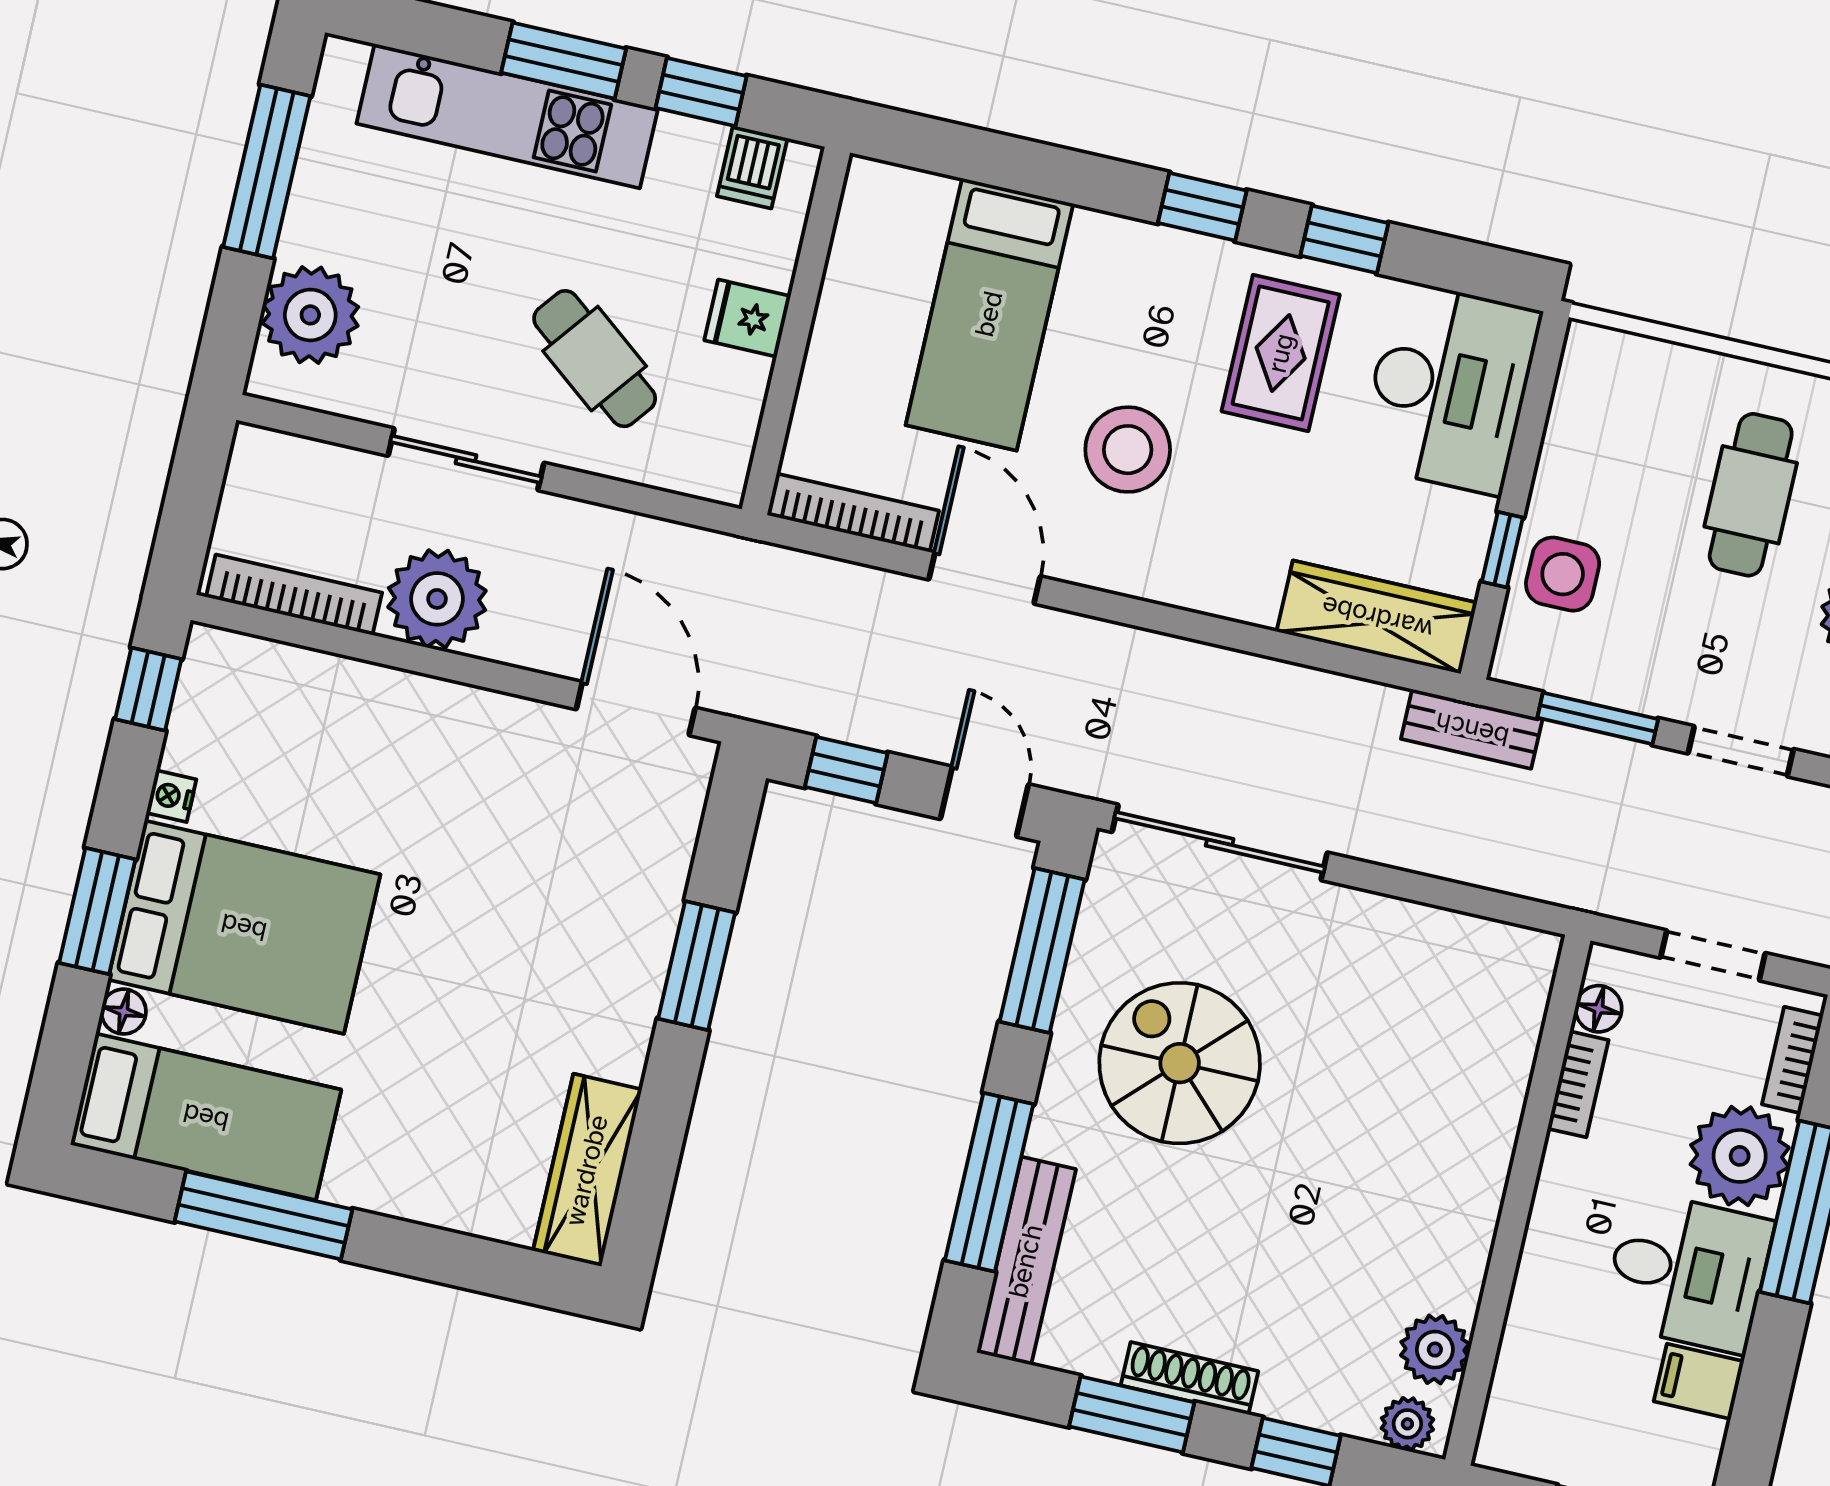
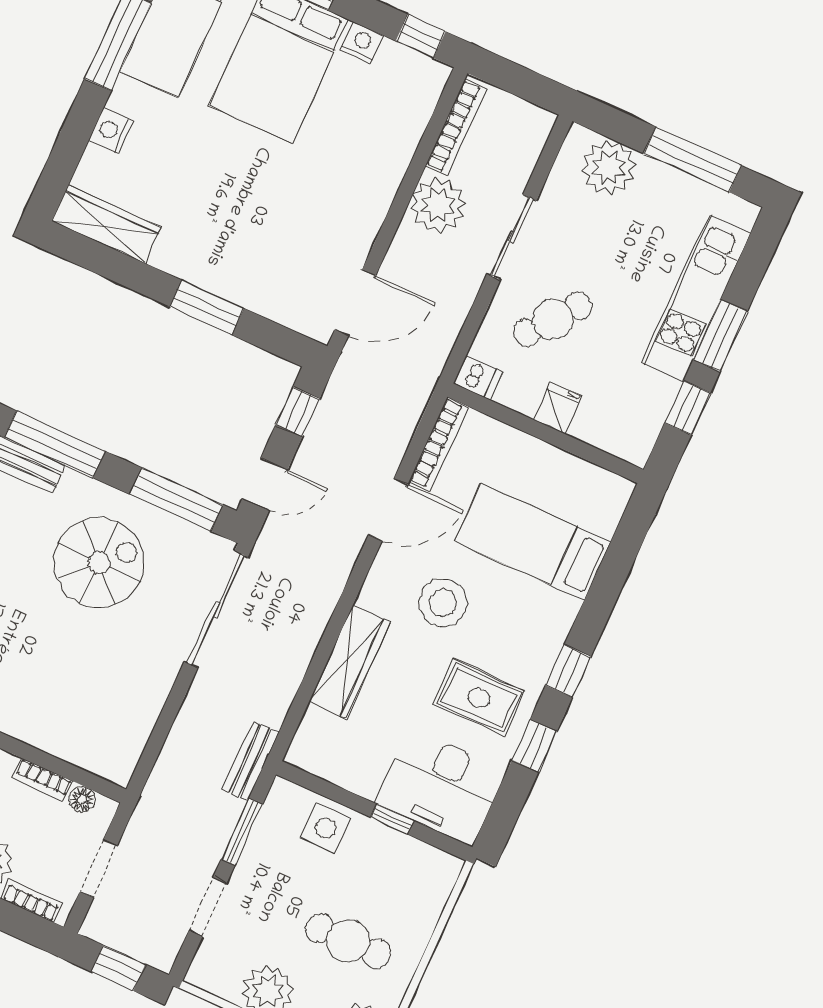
dishwasher: (752, 167) -> (478, 378), moved, turned 180
window: (1502, 550) -> (392, 819), moved
wardrobe: (1377, 617) -> (350, 662), moved
nightstand: (171, 796) -> (362, 43), width x1.39, depth x1.35
nightstand: (423, 1195) -> (111, 131), added

